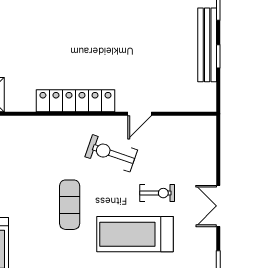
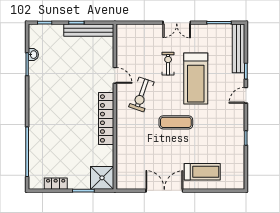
bench: (207, 45) -> (89, 30), moved

